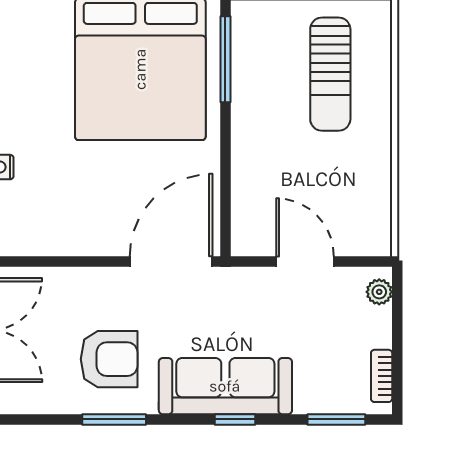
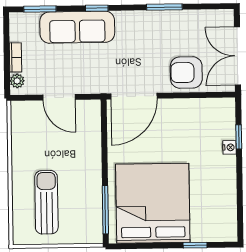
armchair: (109, 359) -> (186, 73), moved
bookcase: (382, 376) -> (15, 57), moved
sofa: (225, 386) -> (77, 27), moved

